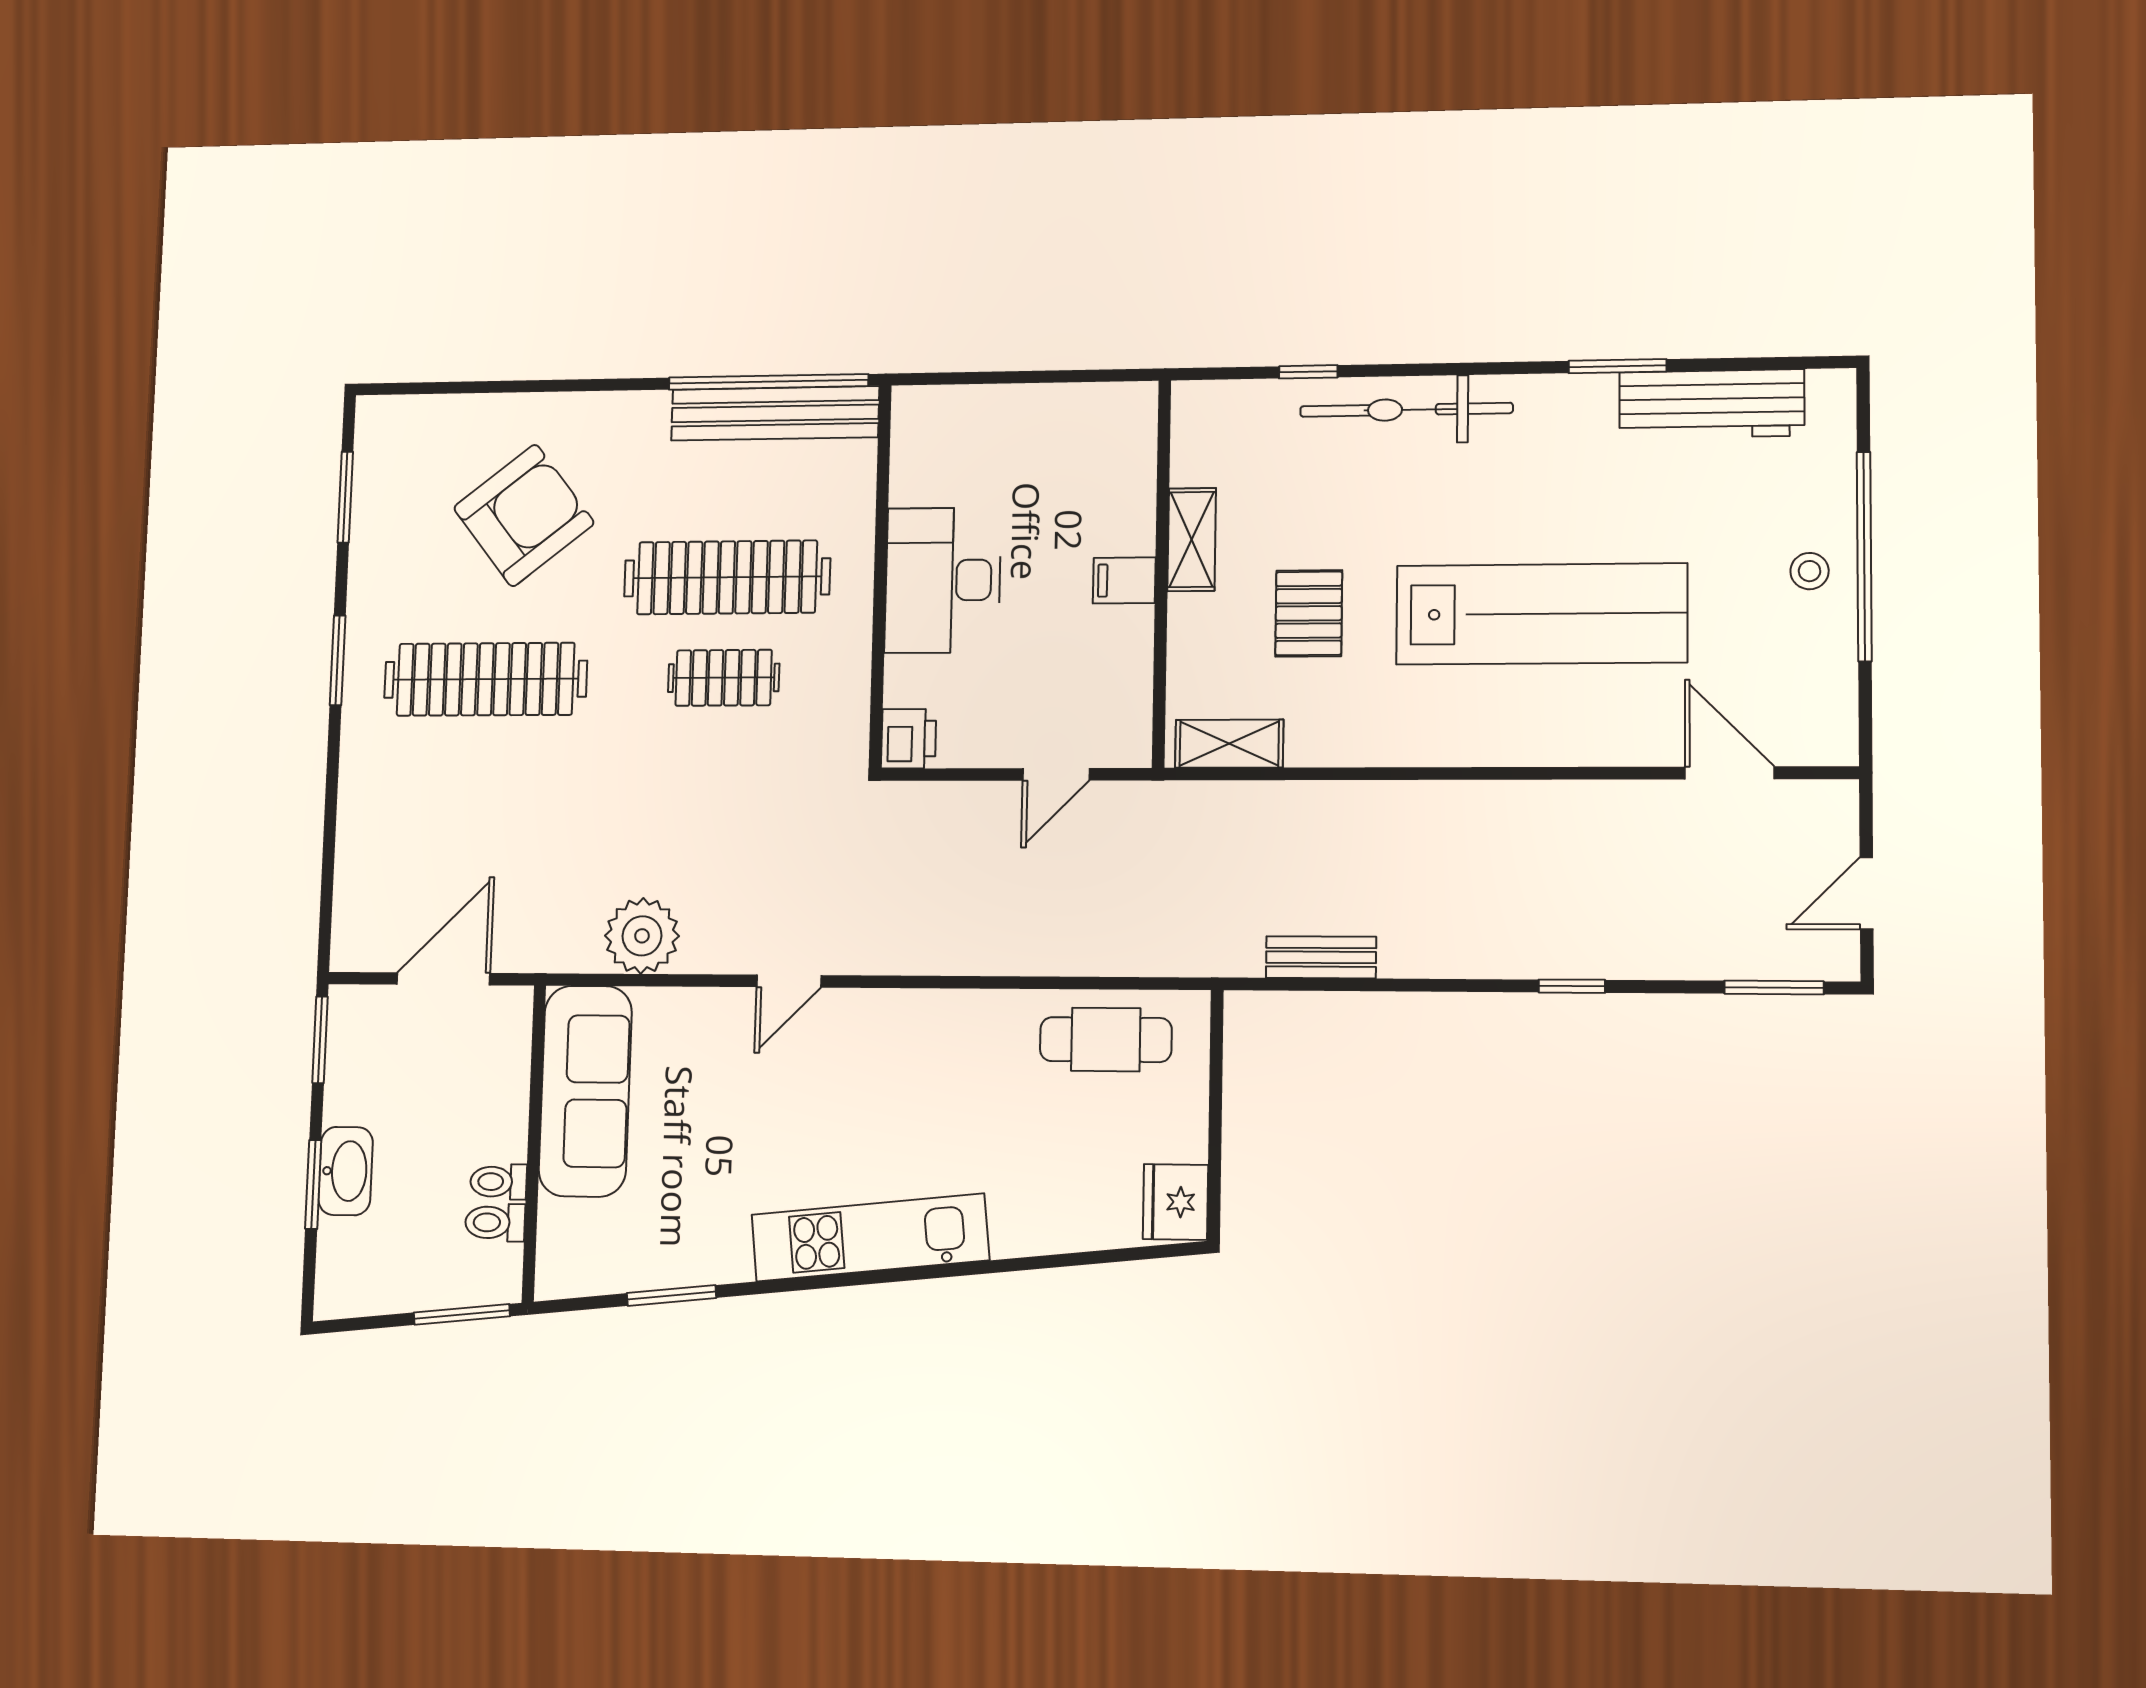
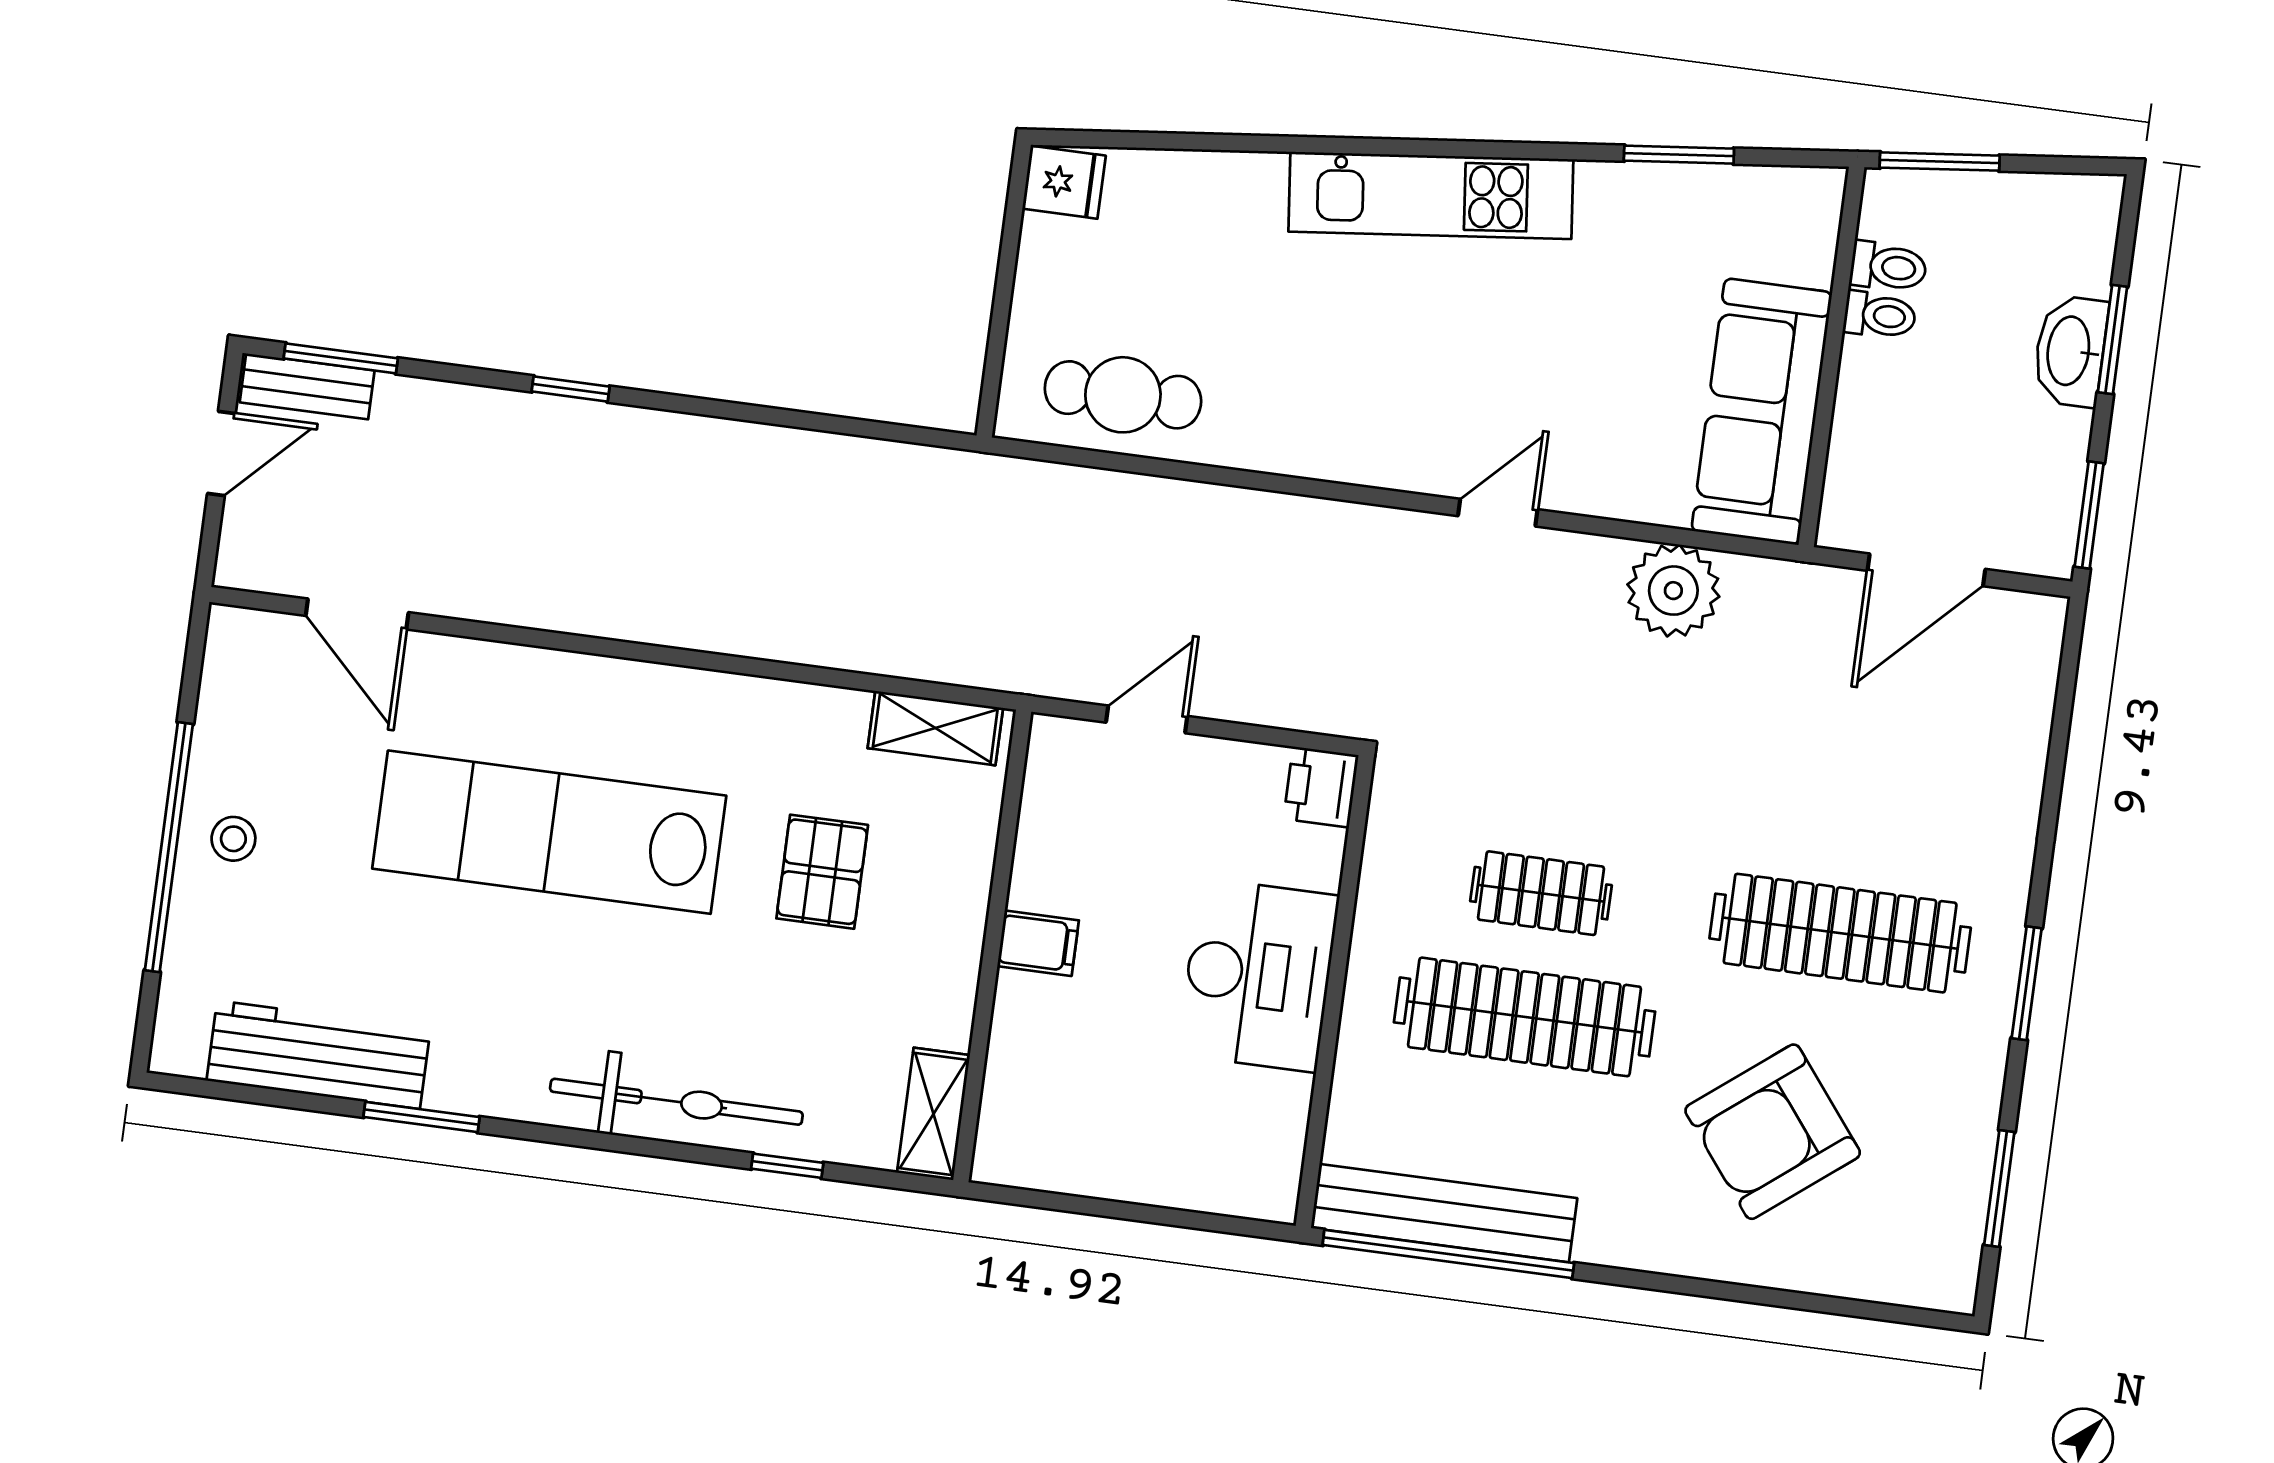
shelving: (1192, 540) -> (934, 1114), moved
bench: (1321, 957) -> (307, 386), moved
fridge: (1175, 1202) -> (1064, 182), width x0.72

